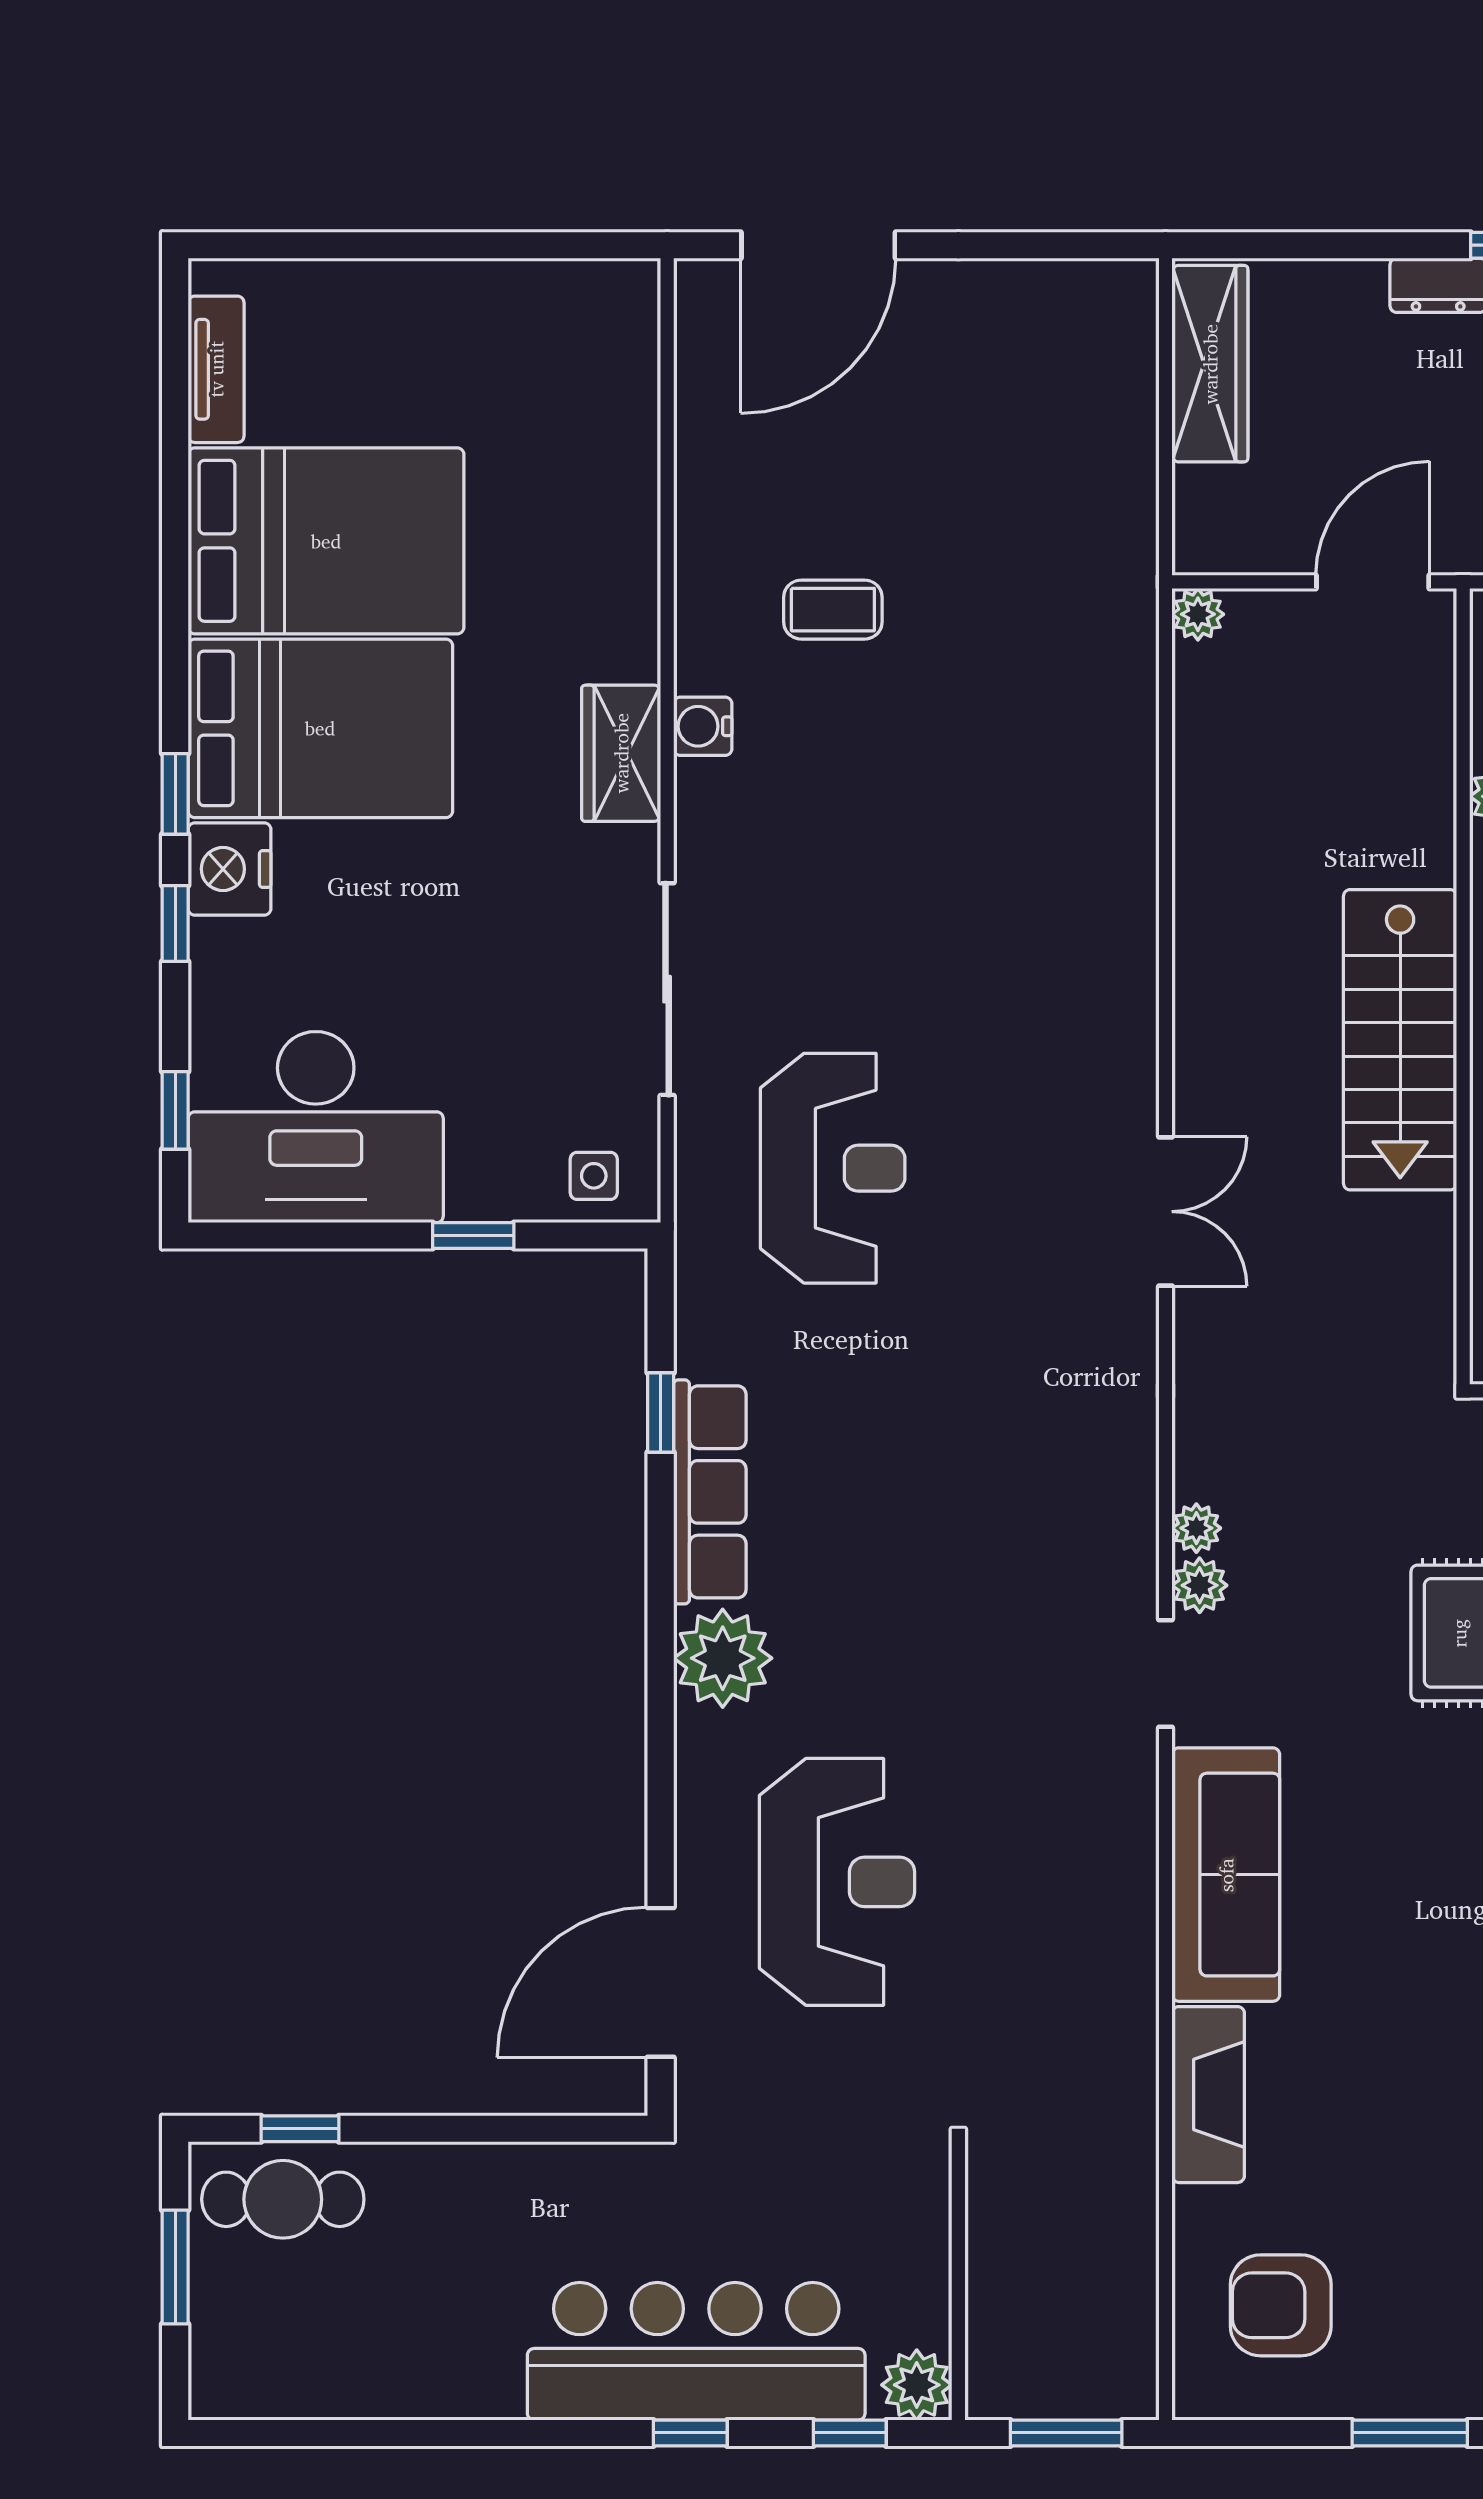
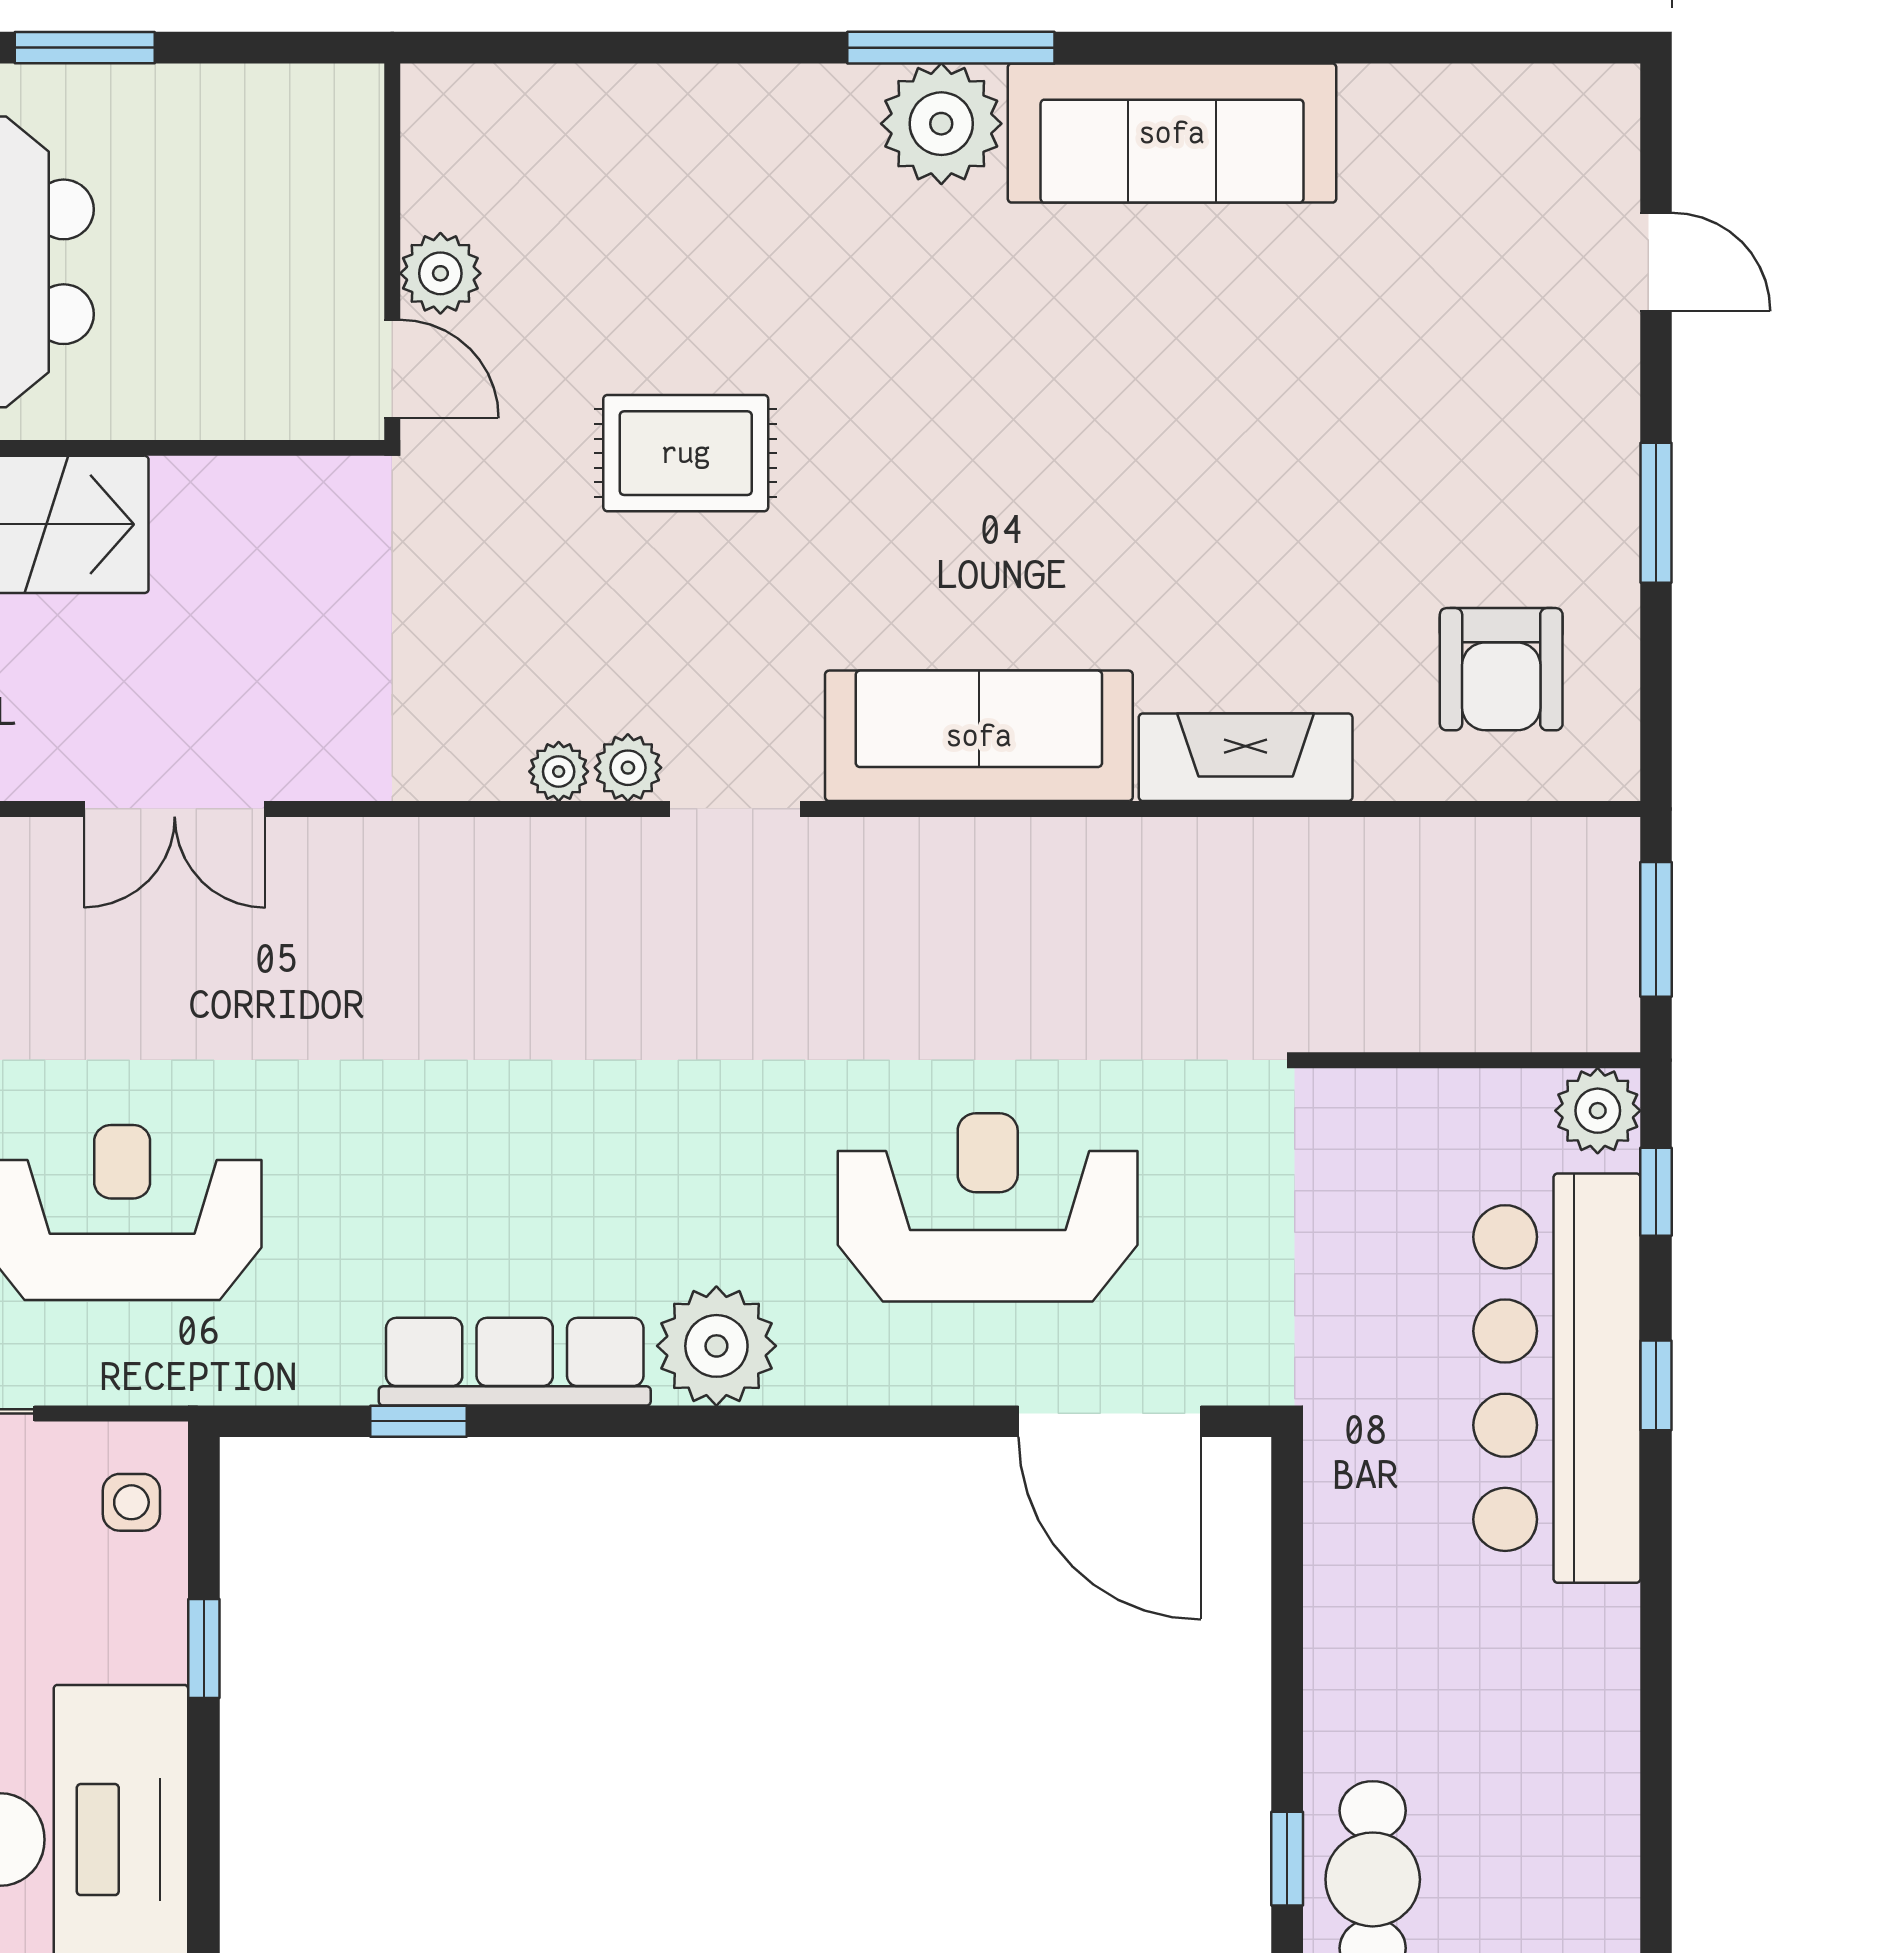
double door: (1165, 1212) -> (175, 809), swing flipped

